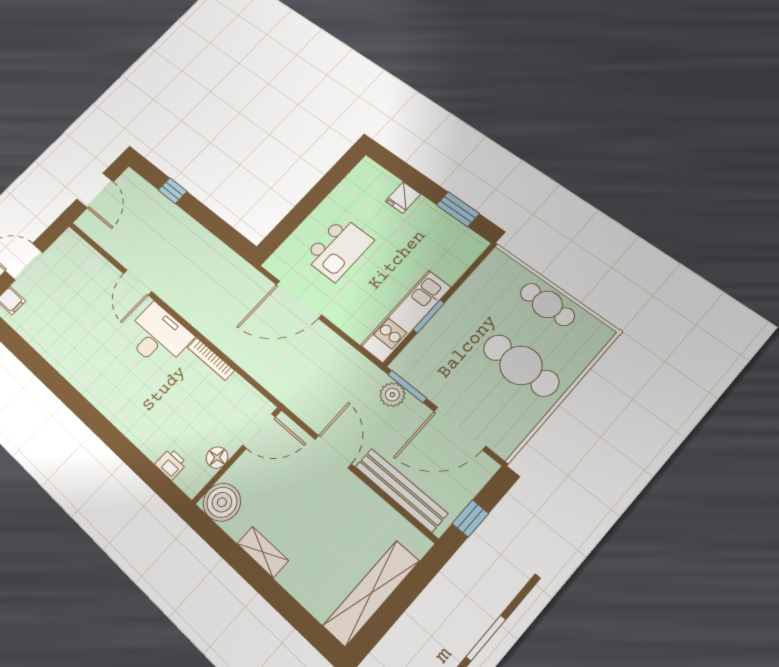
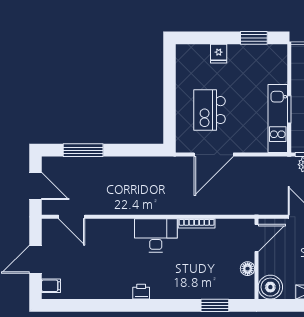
window: (173, 191) -> (83, 150), width x2.17
kitchen island: (338, 249) -> (210, 110), turned 180
door: (138, 283) -> (72, 217), moved
printer: (171, 464) -> (141, 292), moved
window: (144, 468) -> (215, 305), added

